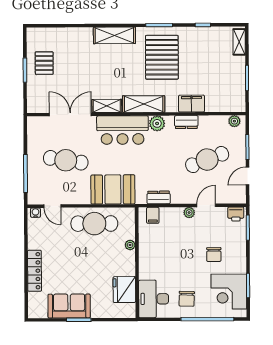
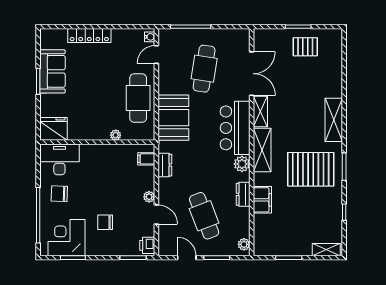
fridge: (124, 290) -> (53, 129), moved

